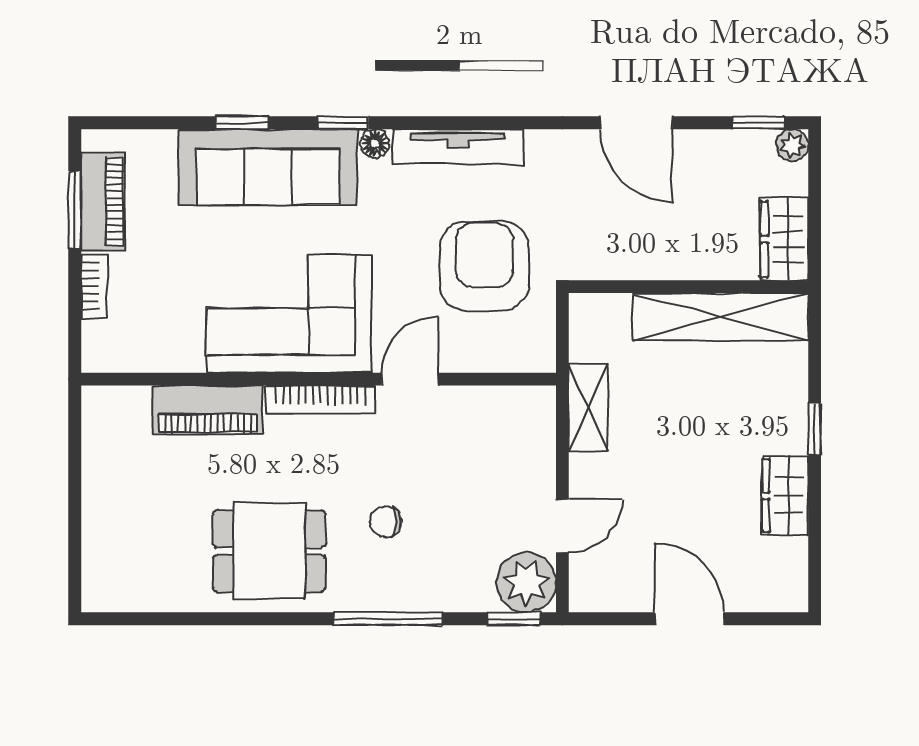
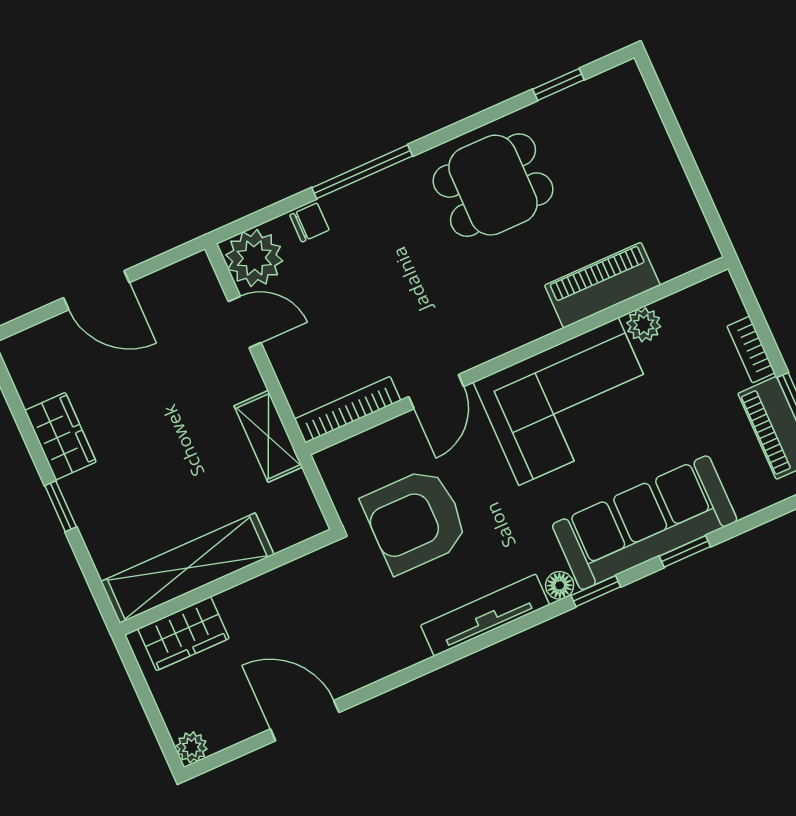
door: (636, 123) -> (305, 721), moved
window: (758, 123) -> (230, 754), removed
wardrobe: (784, 239) -> (183, 634), moved, turned 90
armchair: (484, 266) -> (415, 520), turned 90
plant: (185, 355) -> (644, 325), added
bookcase: (320, 399) -> (348, 410), moved
chair: (386, 522) -> (309, 223), moved
door: (562, 526) -> (245, 322), swing flipped
window: (514, 619) -> (558, 84), moved

